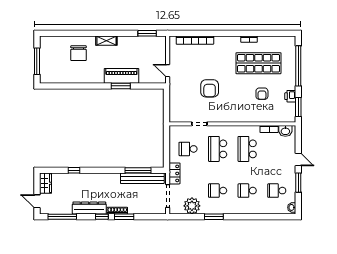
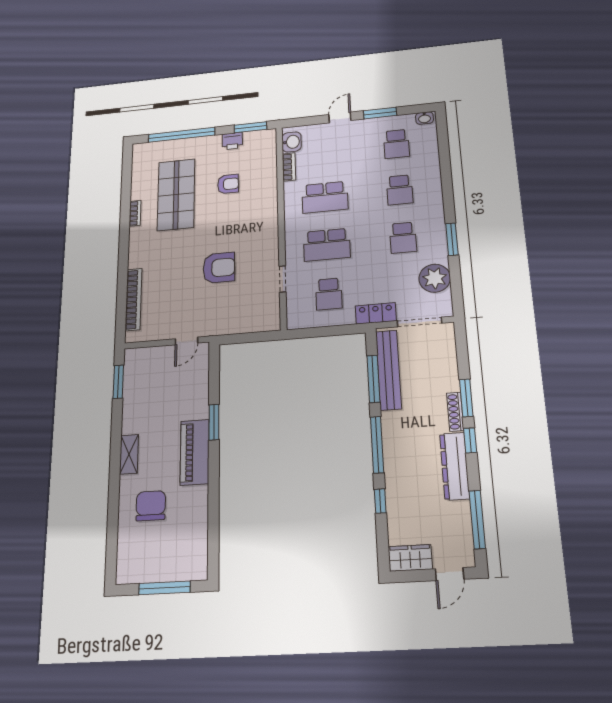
chair: (79, 53) -> (151, 506), turned -90
piano: (121, 76) -> (195, 452), moved
window: (103, 170) -> (377, 445), added

